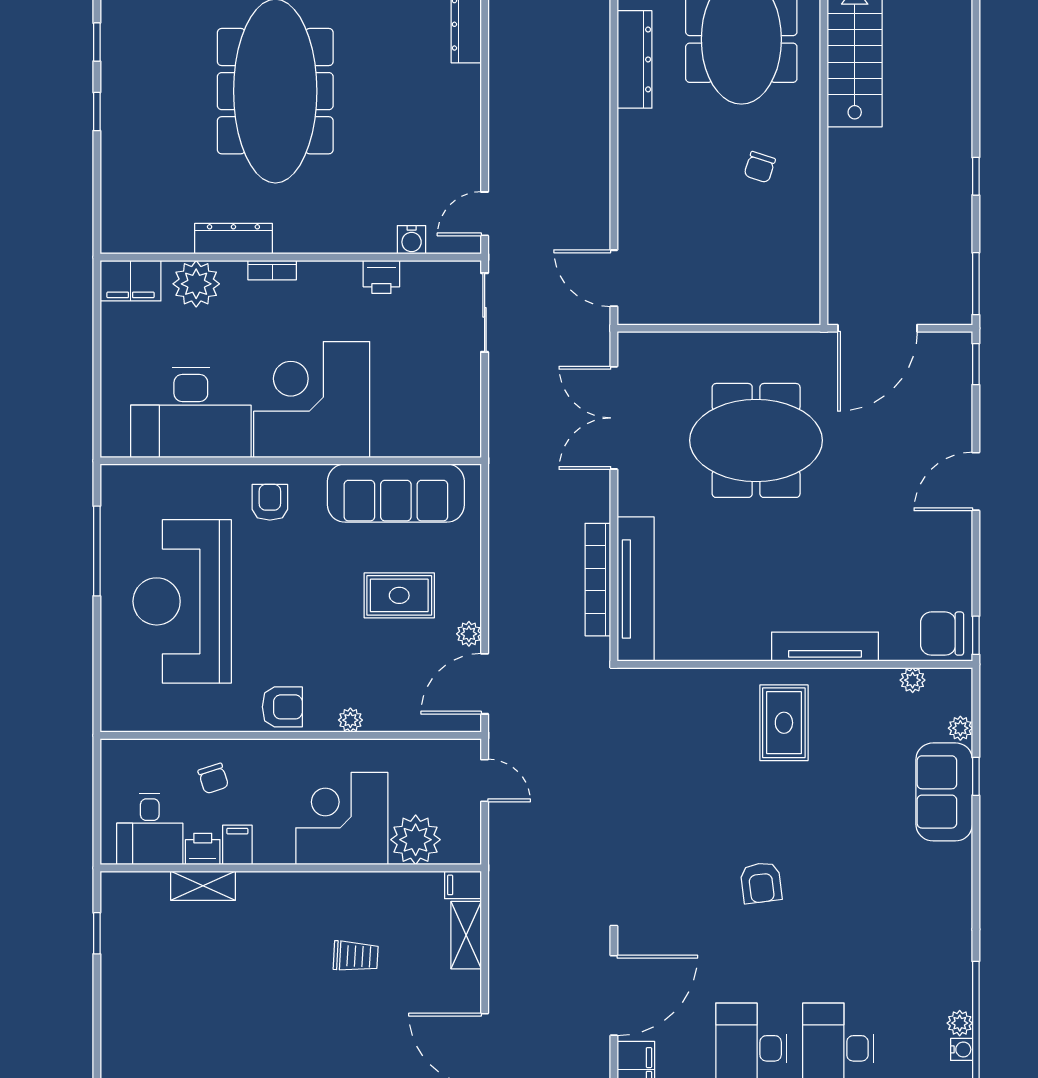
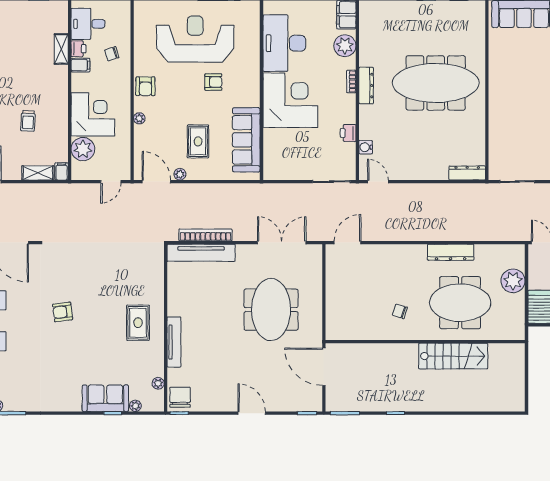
dresser: (233, 239) -> (366, 86), moved
armchair: (270, 502) -> (213, 82), moved
rug: (784, 723) -> (138, 323), turned 90

